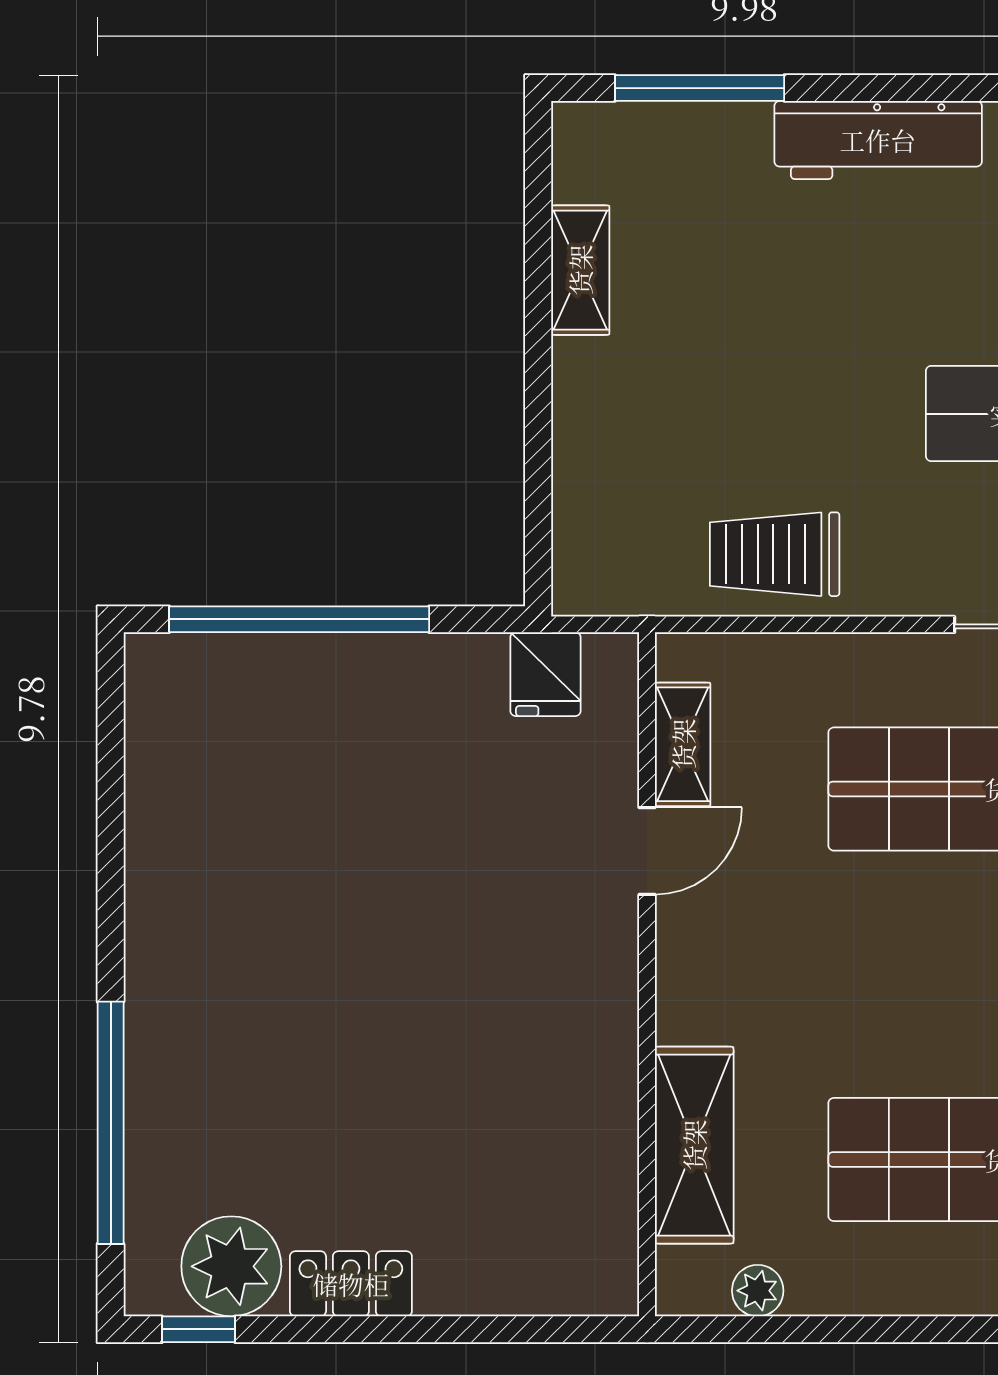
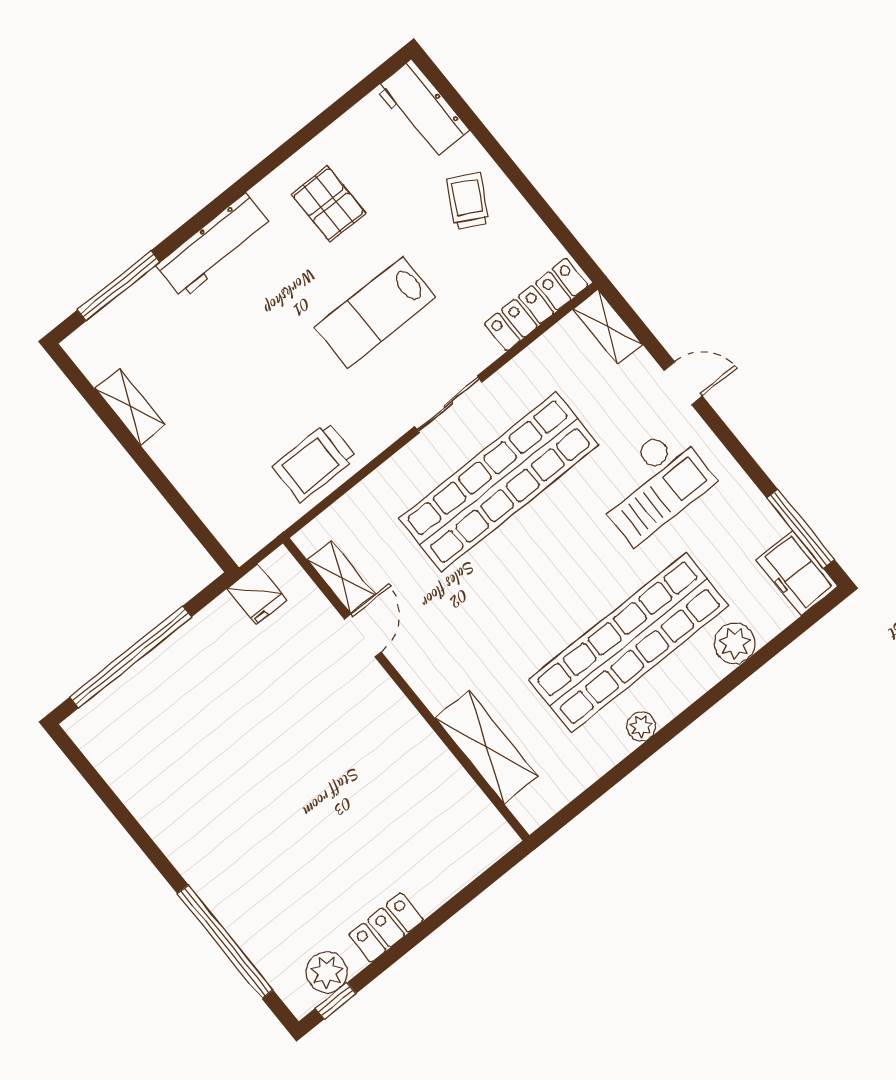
plant: (231, 1266) -> (327, 972), width x0.73, depth x0.73
plant: (758, 1291) -> (641, 726), moved

